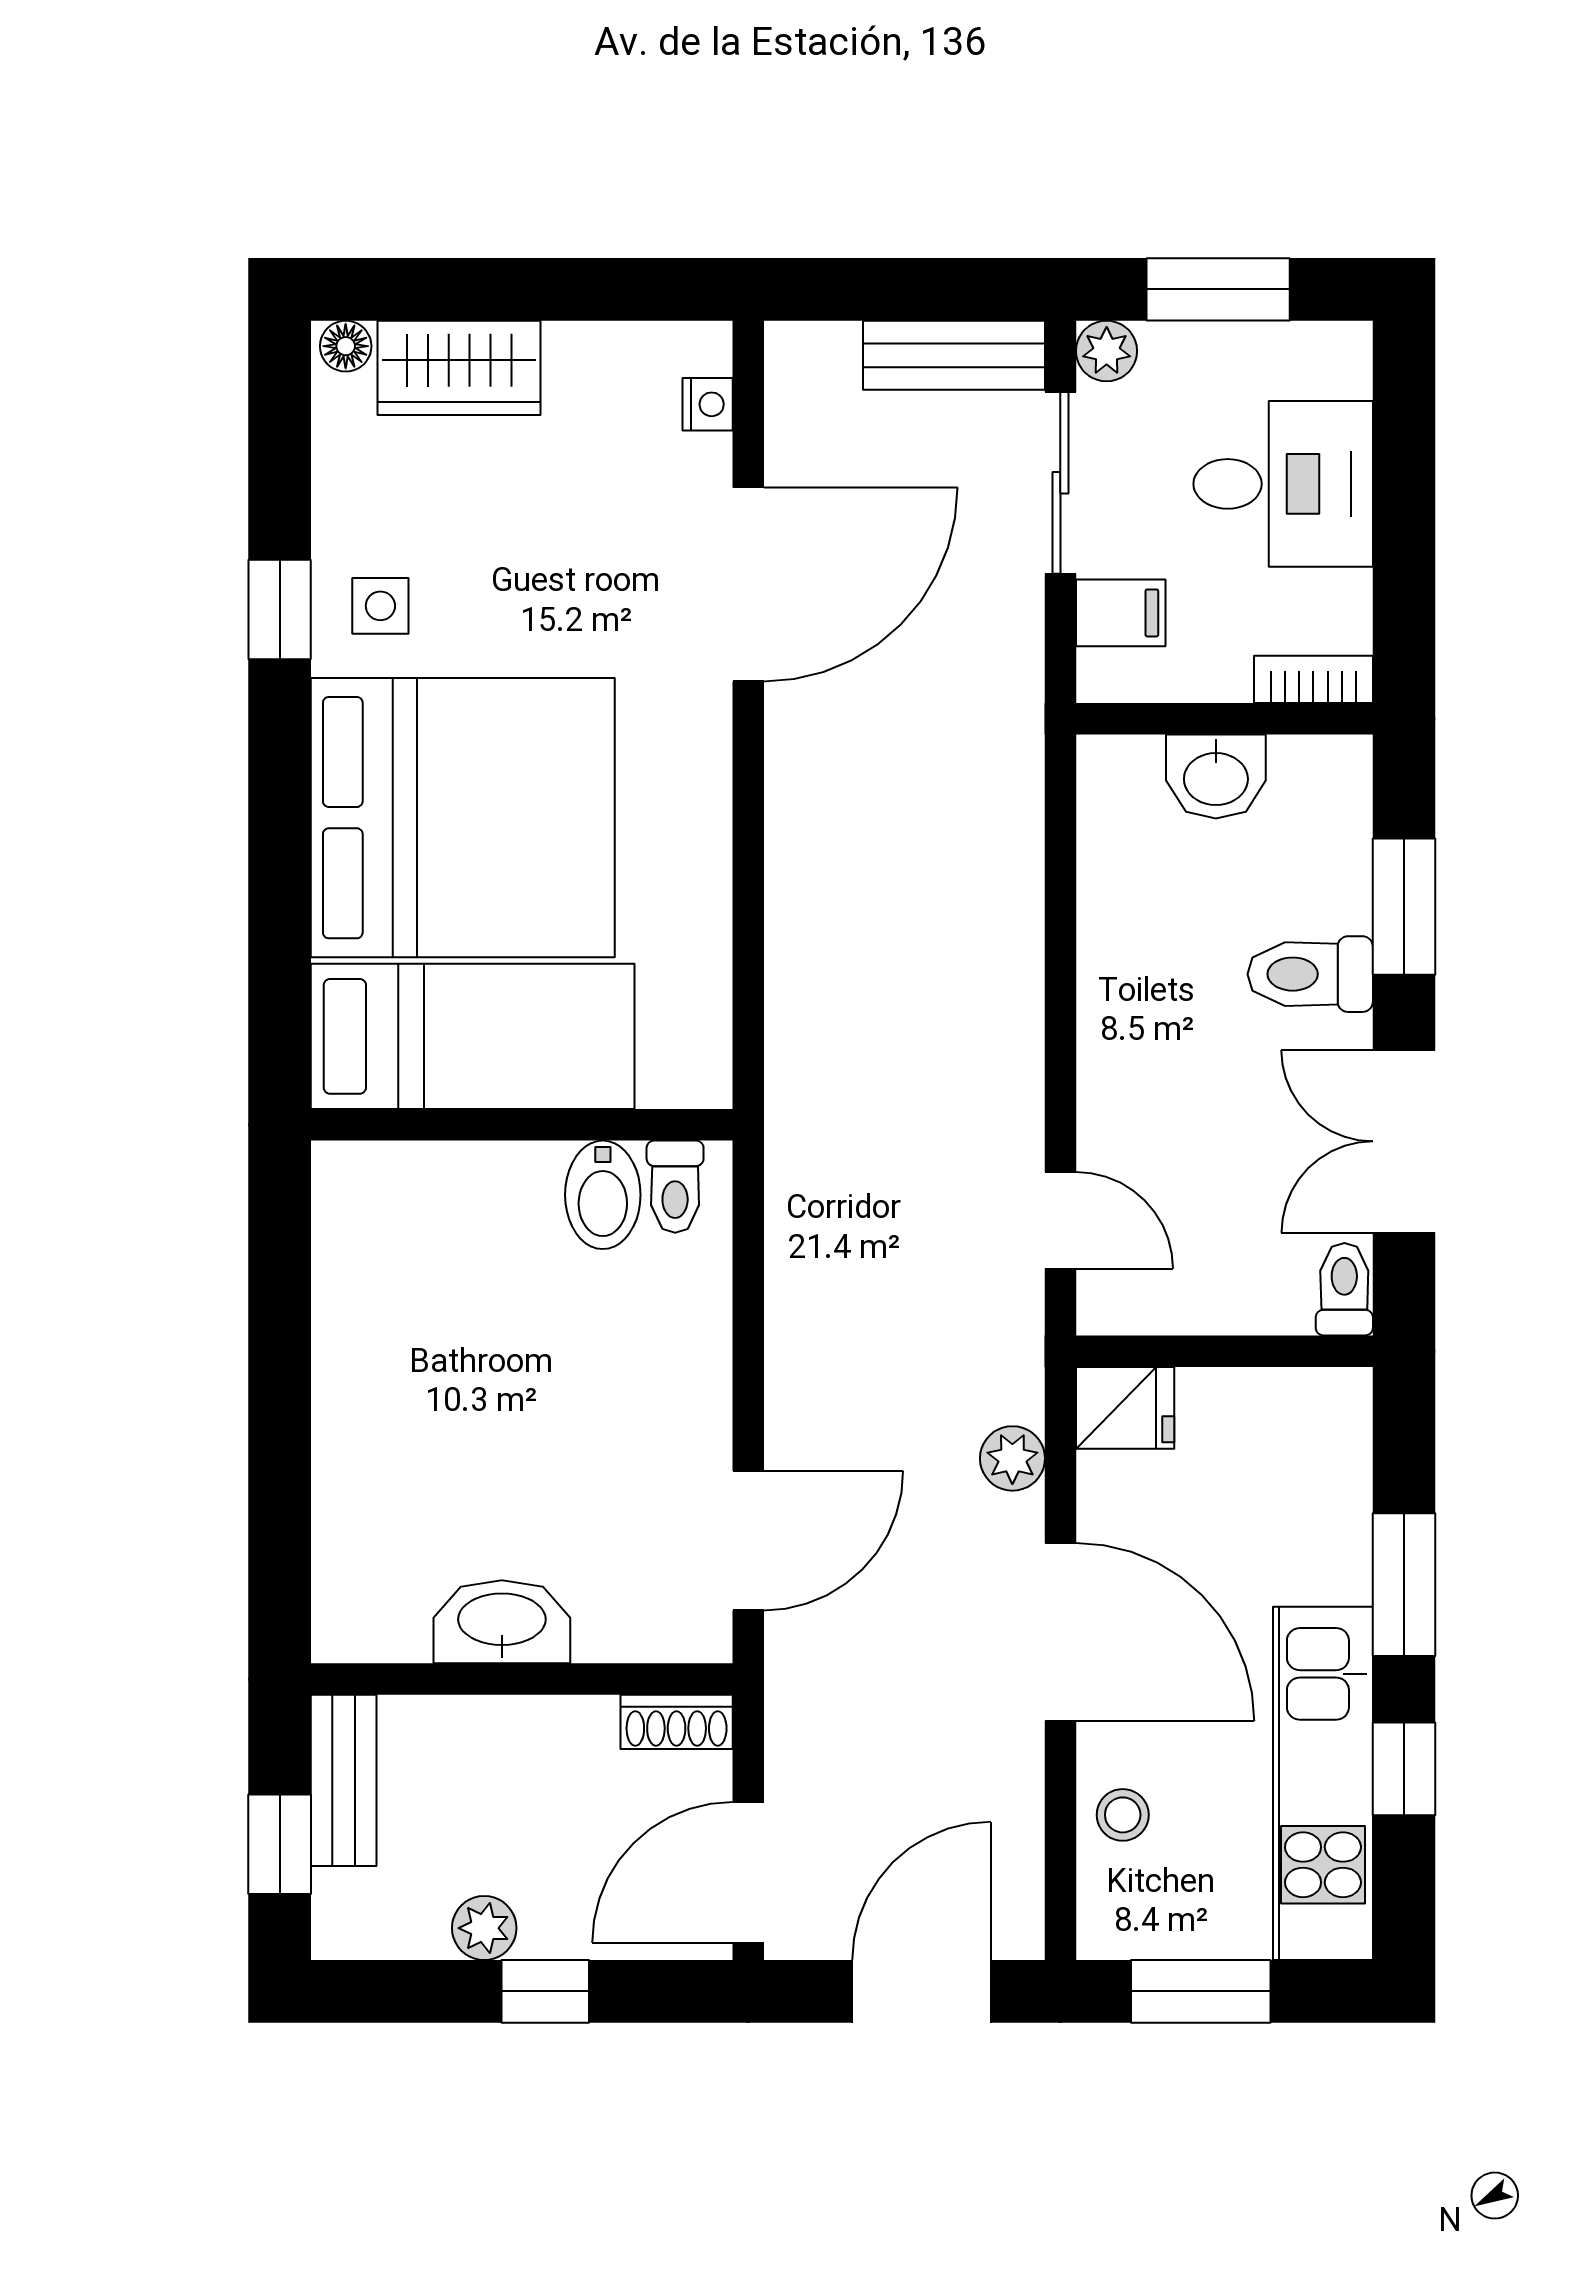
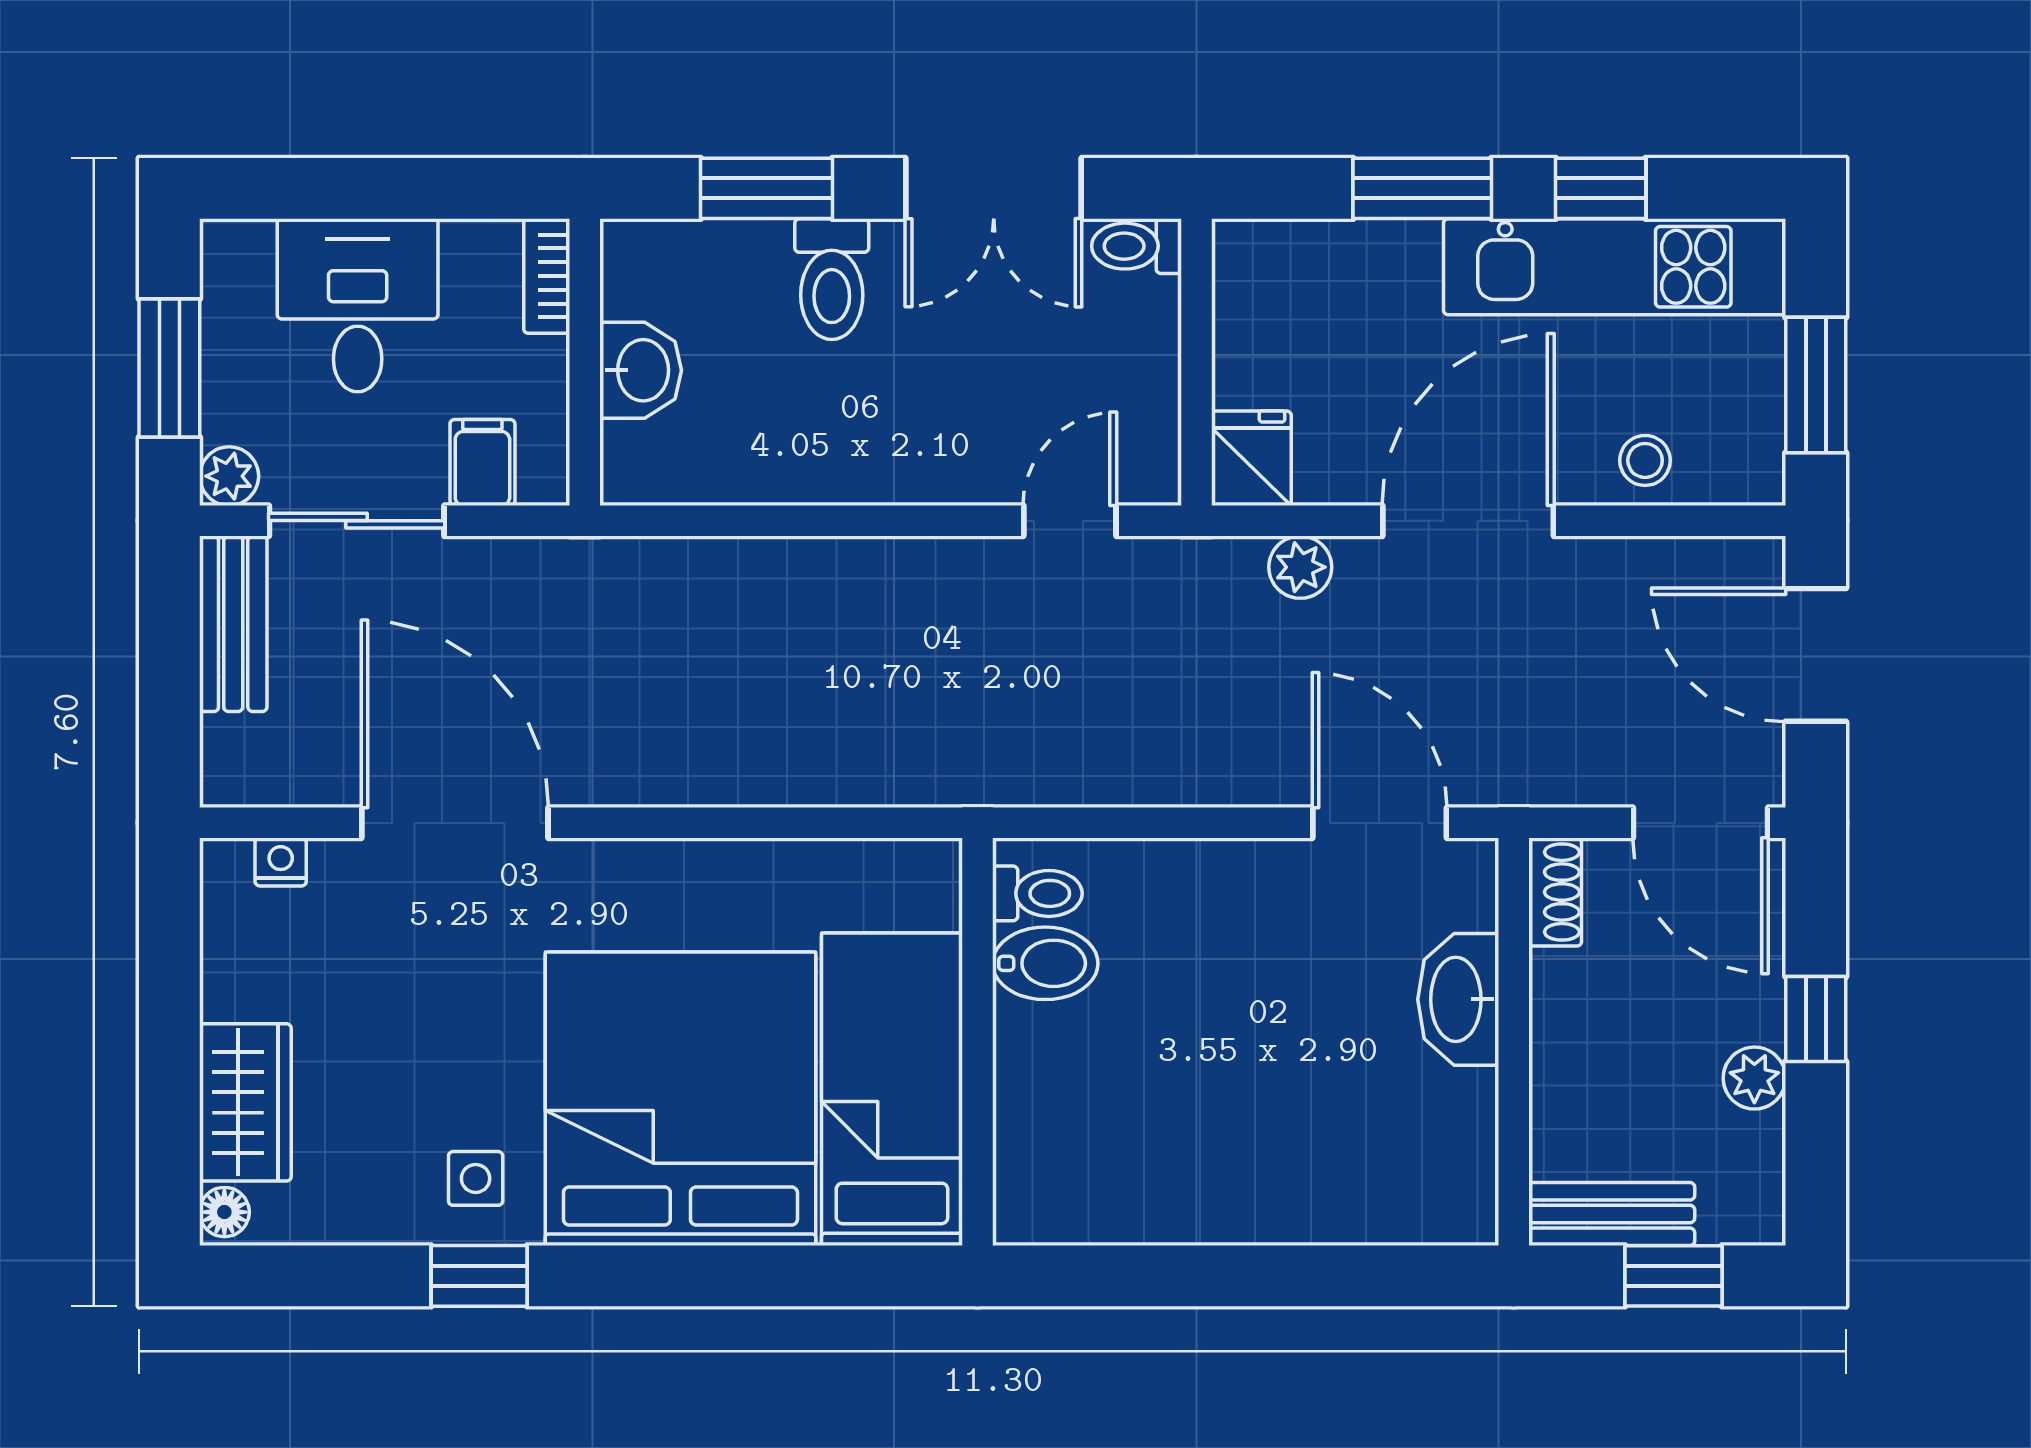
washbasin: (502, 1622) -> (1458, 999), moved

